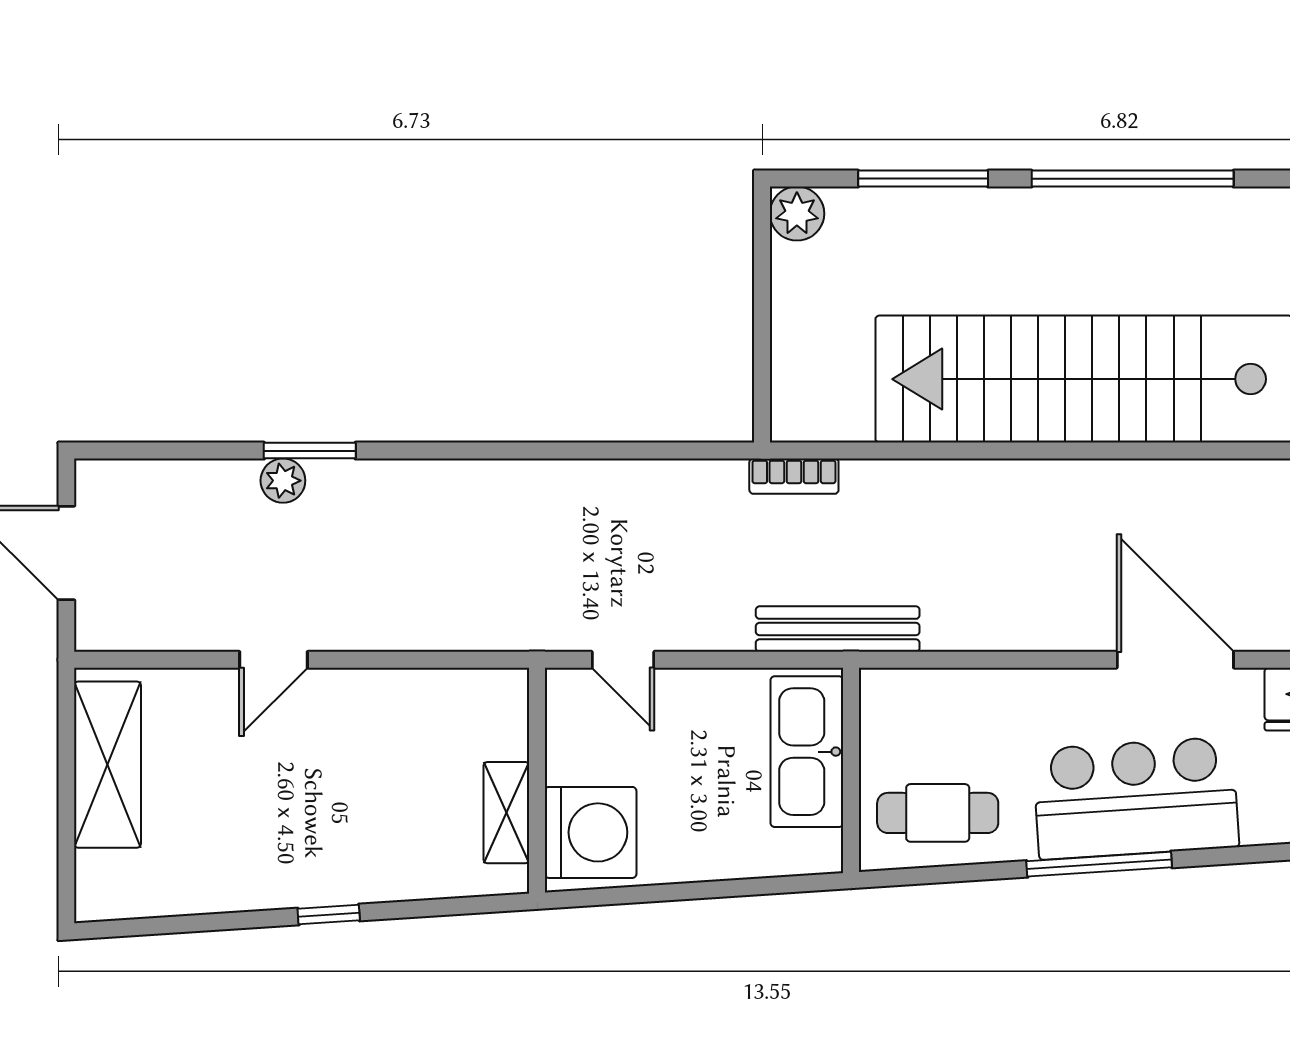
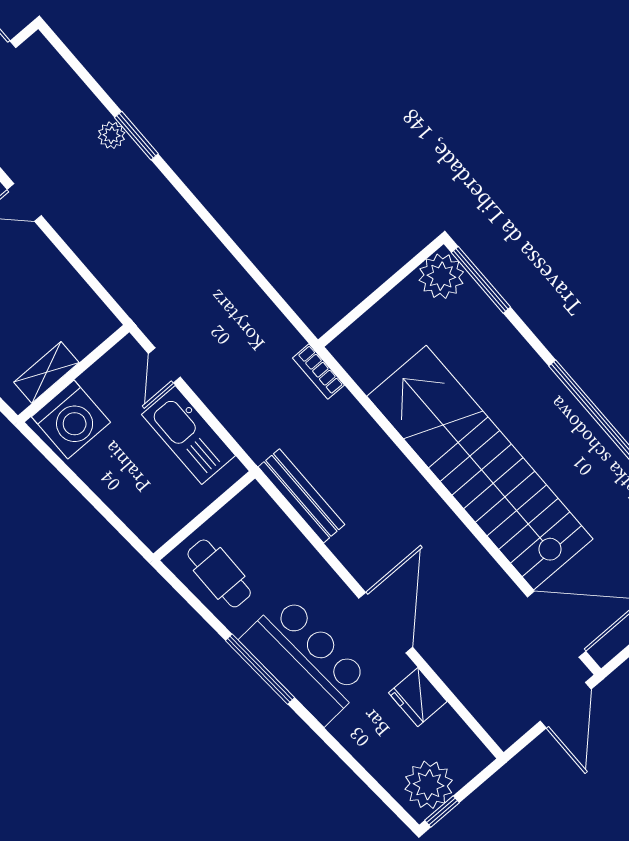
window: (923, 179) -> (481, 280), moved
plant: (797, 214) -> (441, 276), width x1.36, depth x1.36
bench: (838, 629) -> (301, 496), moved
kitchen sink: (807, 752) -> (188, 435), moved, turned -90

